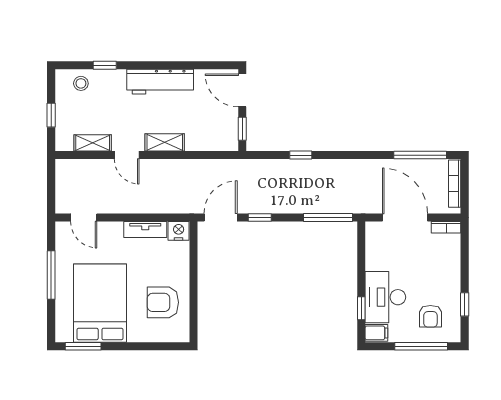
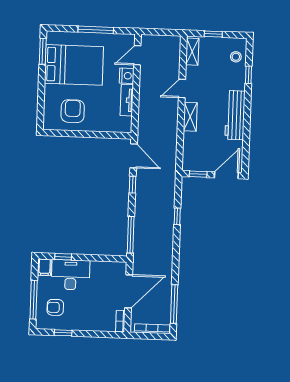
shelving: (93, 143) -> (192, 52), moved
nightstand: (179, 231) -> (127, 76), moved

